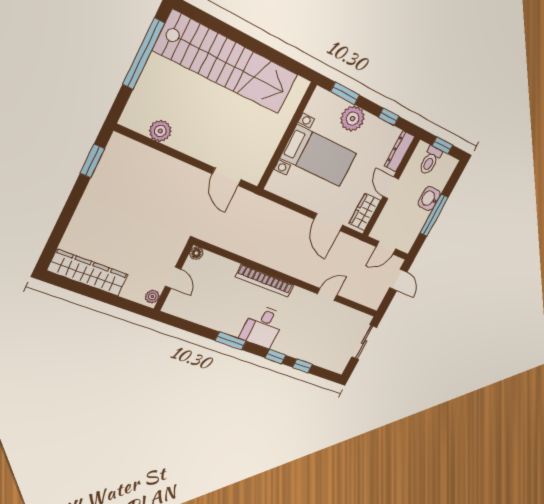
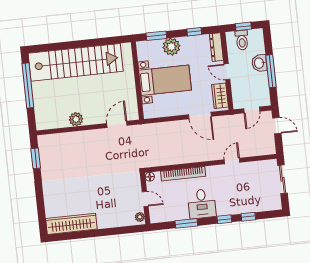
plant: (160, 131) -> (76, 119), moved
door: (227, 177) -> (117, 124), swing flipped
floor lamp: (196, 253) -> (150, 177), moved
wall: (173, 277) -> (145, 198), moved
door: (173, 278) -> (145, 199), moved
plant: (152, 297) -> (140, 217), moved

